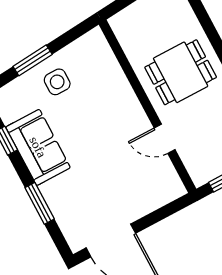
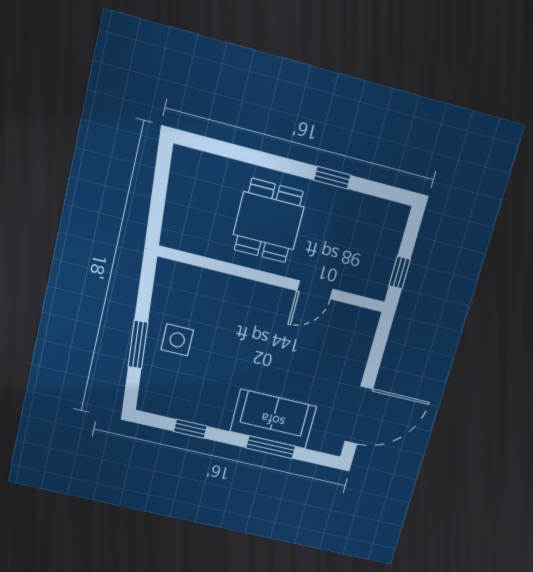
sofa: (38, 147) -> (273, 419), moved

